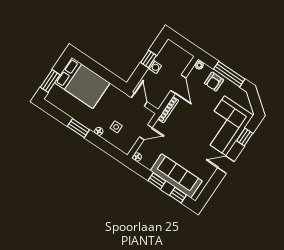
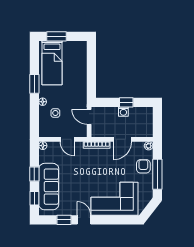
armchair: (214, 82) -> (143, 166), turned 90
bed: (82, 83) -> (52, 63), moved, width x0.67
door: (139, 100) -> (89, 117), swing flipped
window: (245, 137) -> (64, 220), moved

